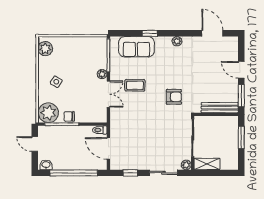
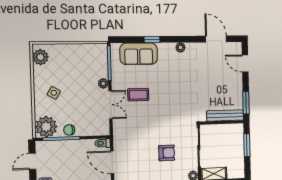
door: (241, 70) -> (245, 63), moved
armchair: (174, 97) -> (167, 153), moved
door: (35, 144) -> (32, 161), hinge flipped

